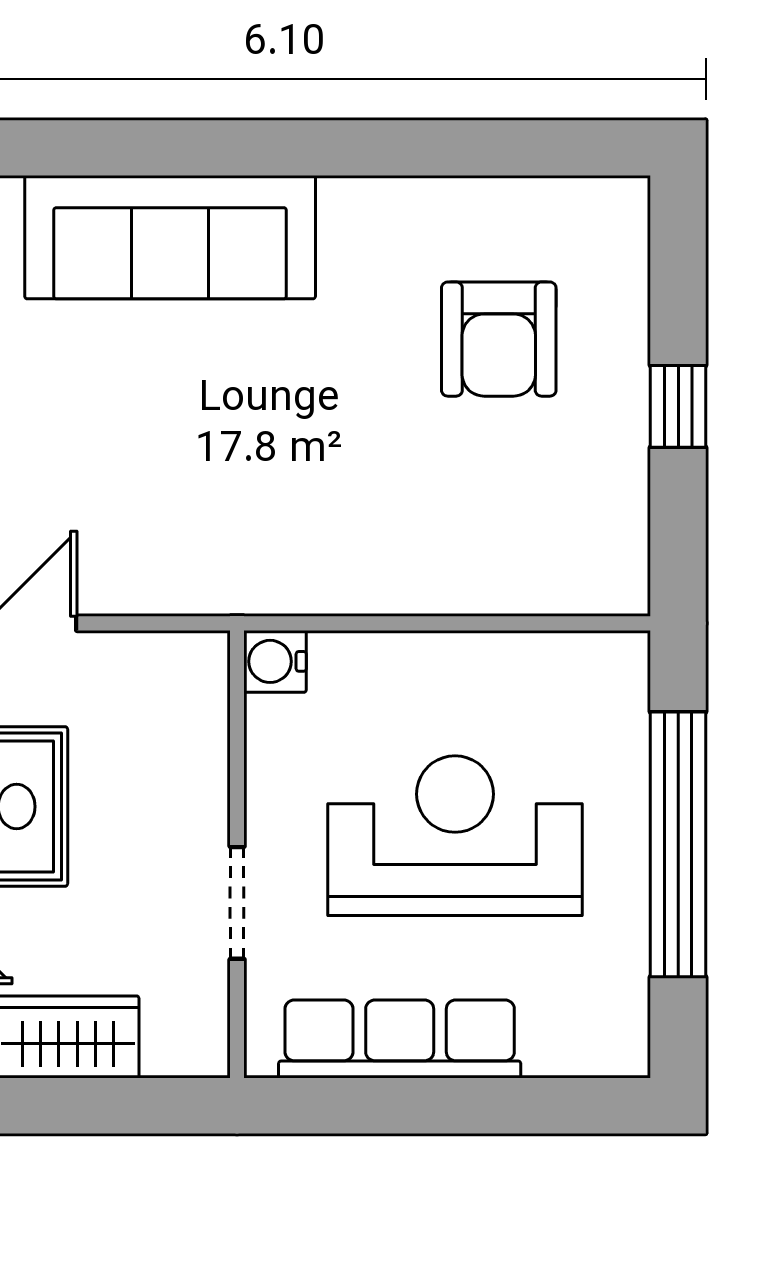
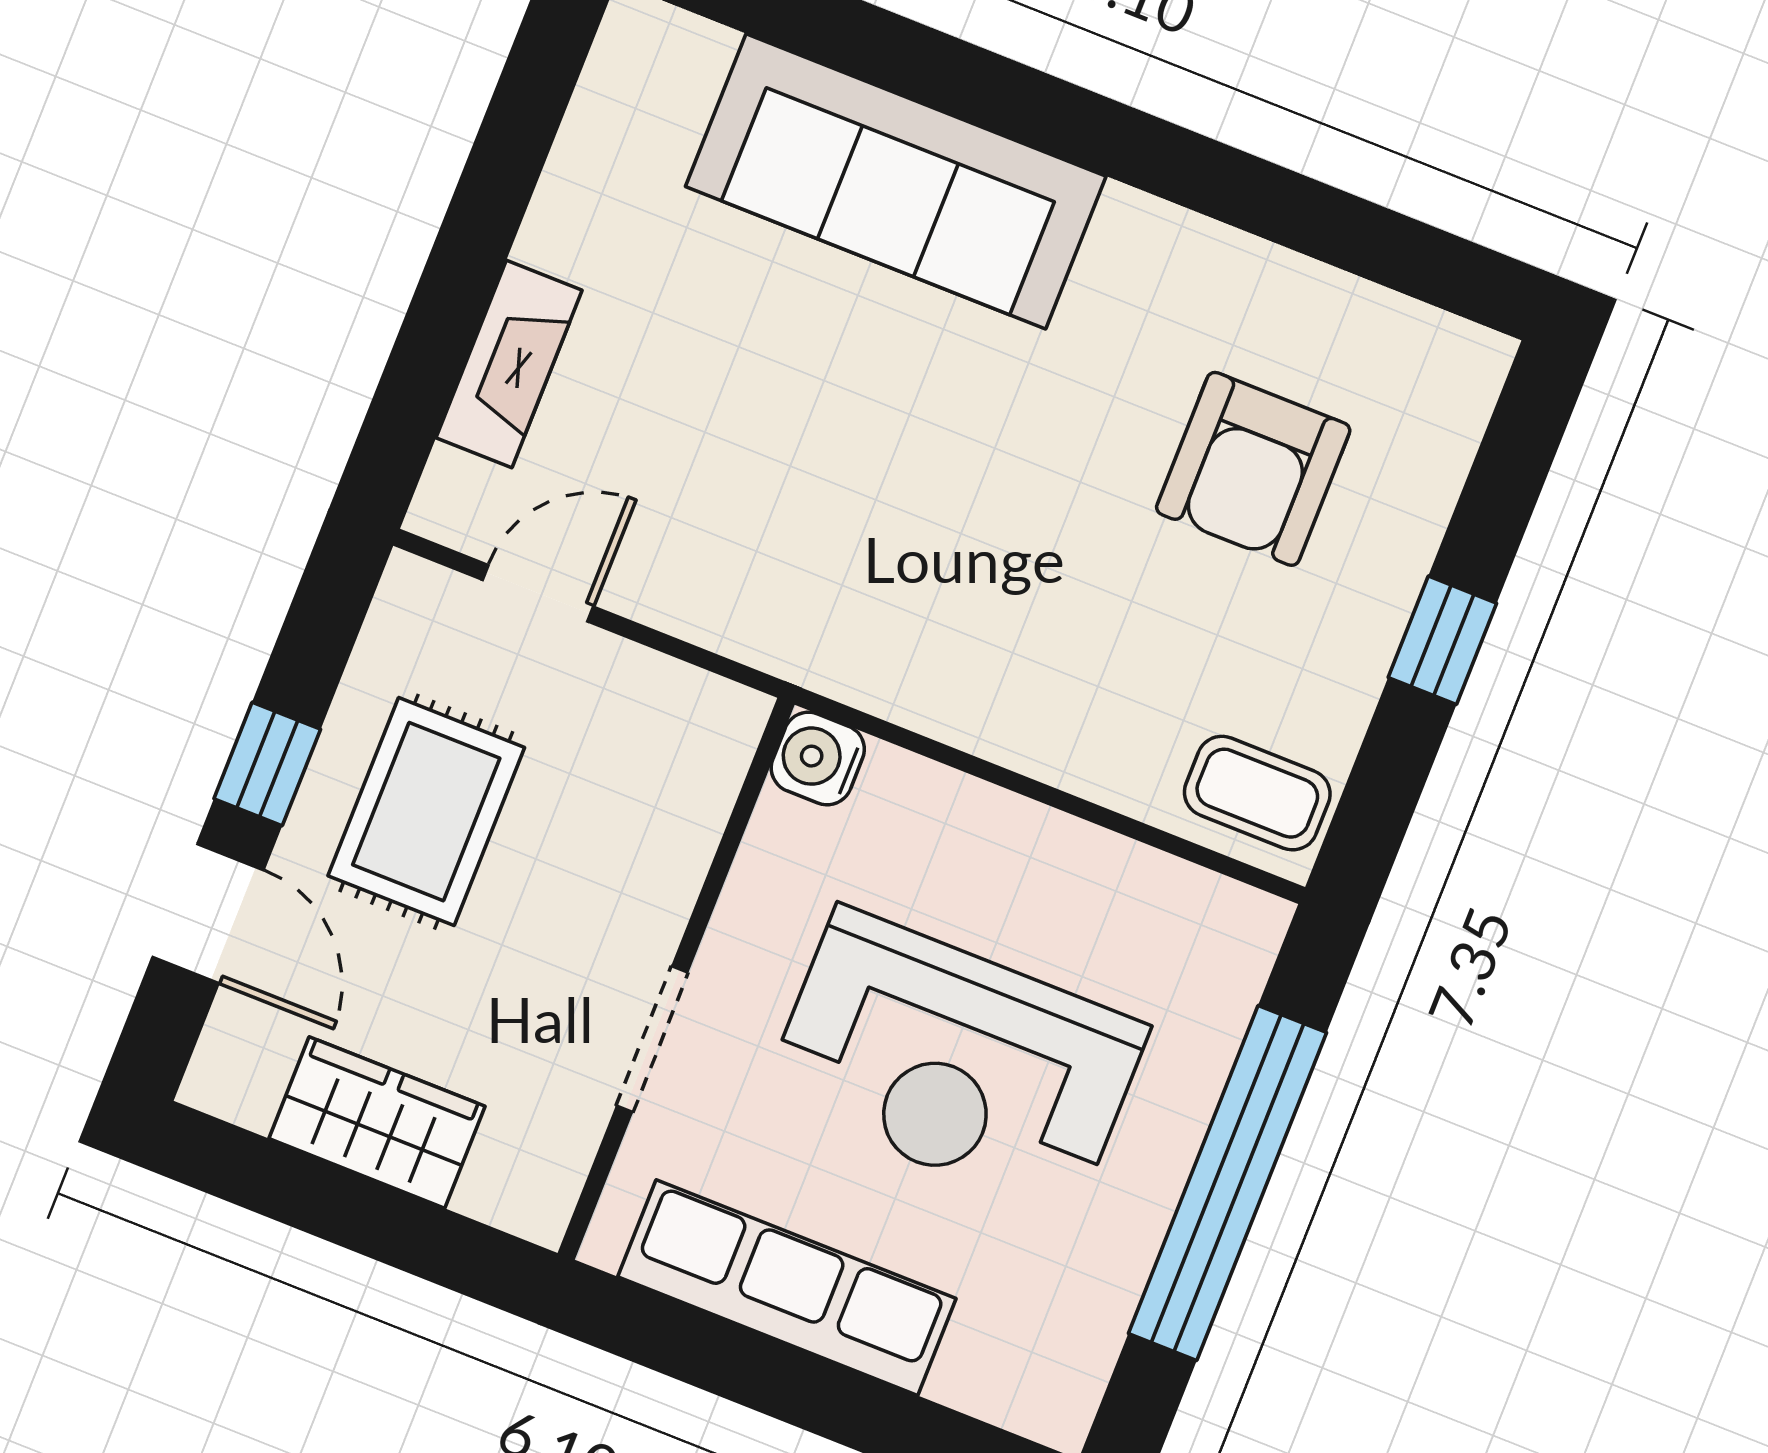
coffee table: (591, 564) -> (1257, 793), added
reception desk: (455, 836) -> (955, 1063), turned 180

